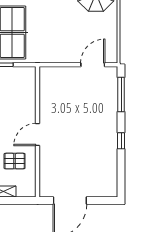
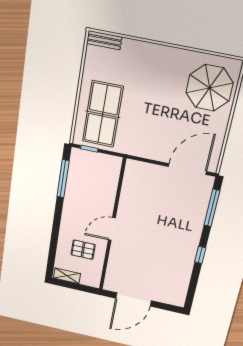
door: (93, 65) -> (187, 169), width x1.36

